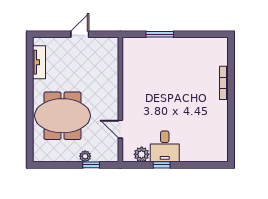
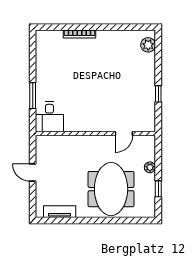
desk: (165, 146) -> (49, 117), moved, turned 90
plant: (142, 154) -> (148, 45), moved
window: (91, 165) -> (158, 189), moved

